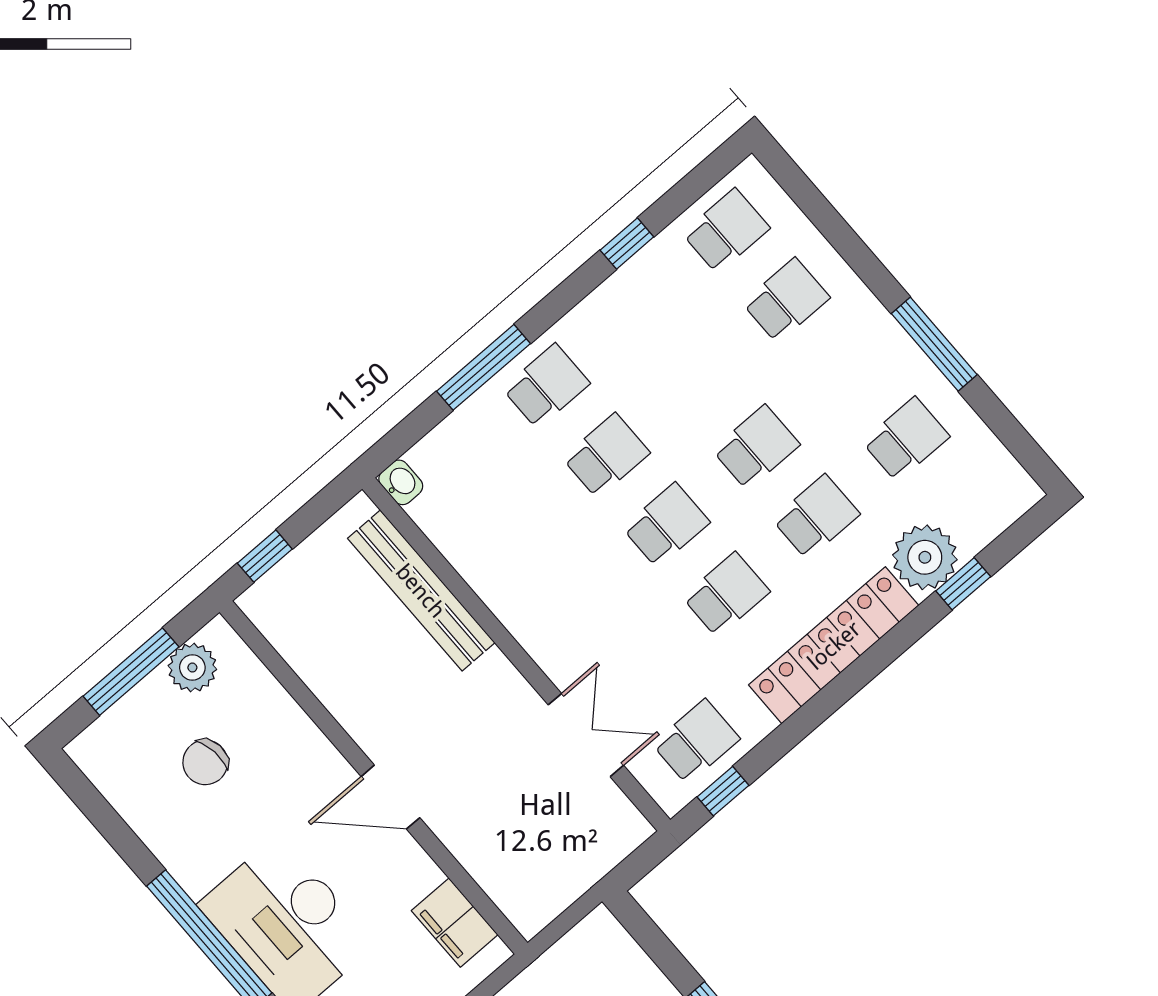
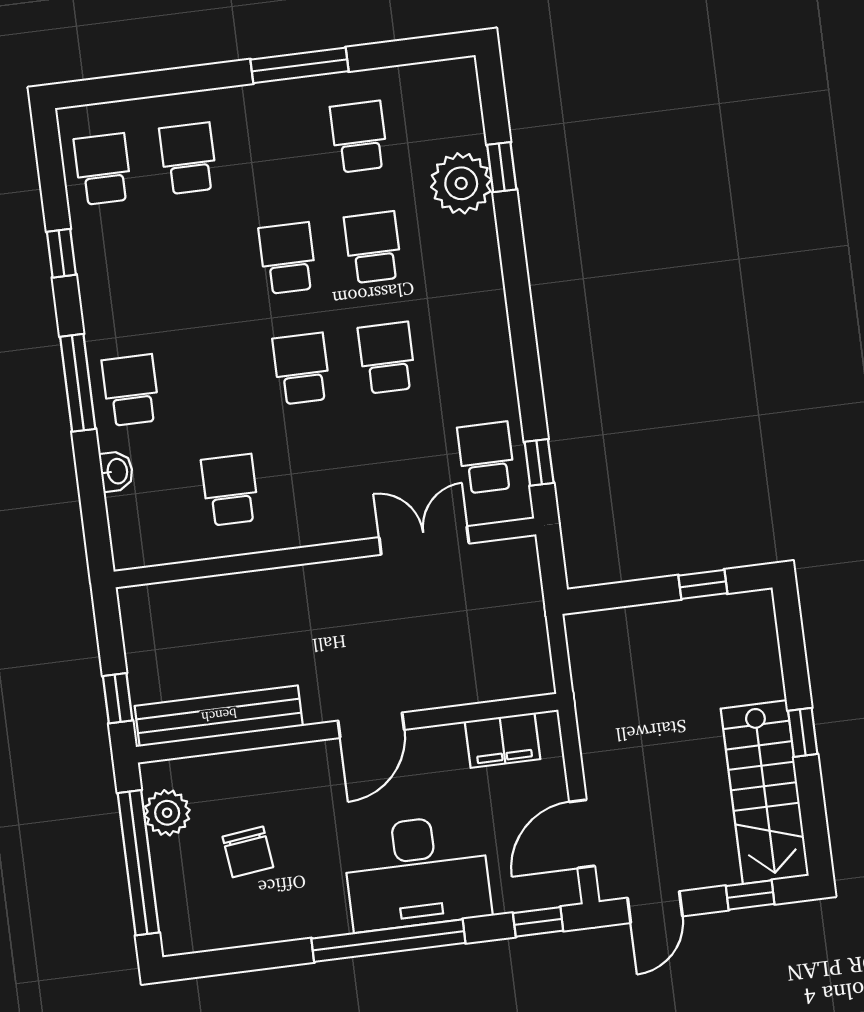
window: (483, 367) -> (78, 383), moved
school desk: (606, 455) -> (230, 490), moved
washbasin: (401, 482) -> (116, 471), moved, turned 90
bench: (421, 591) -> (219, 716), moved
locker: (834, 645) -> (482, 300), removed
window: (131, 672) -> (138, 863), width x1.46

